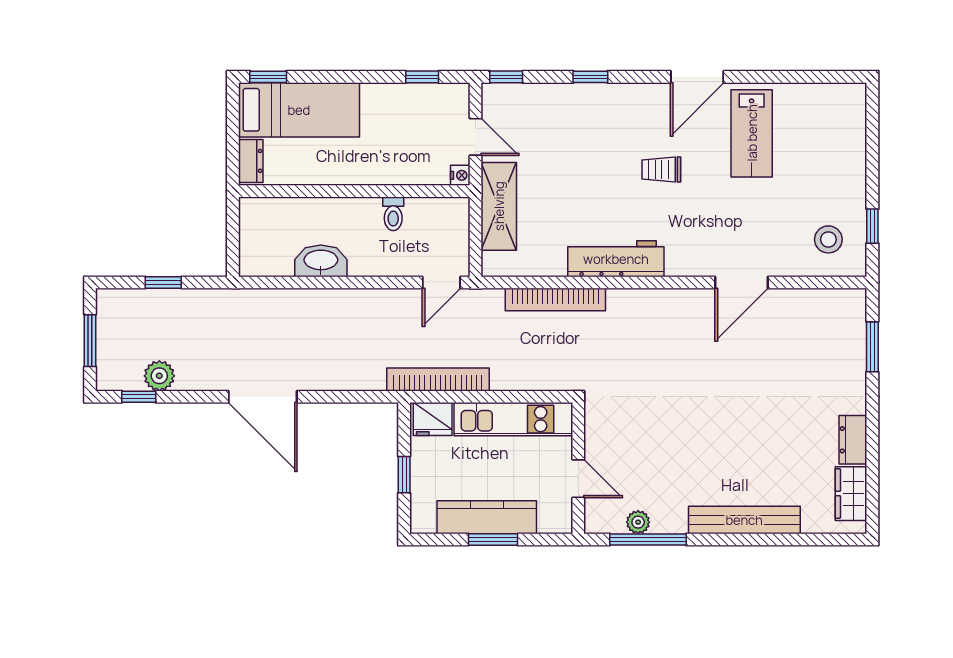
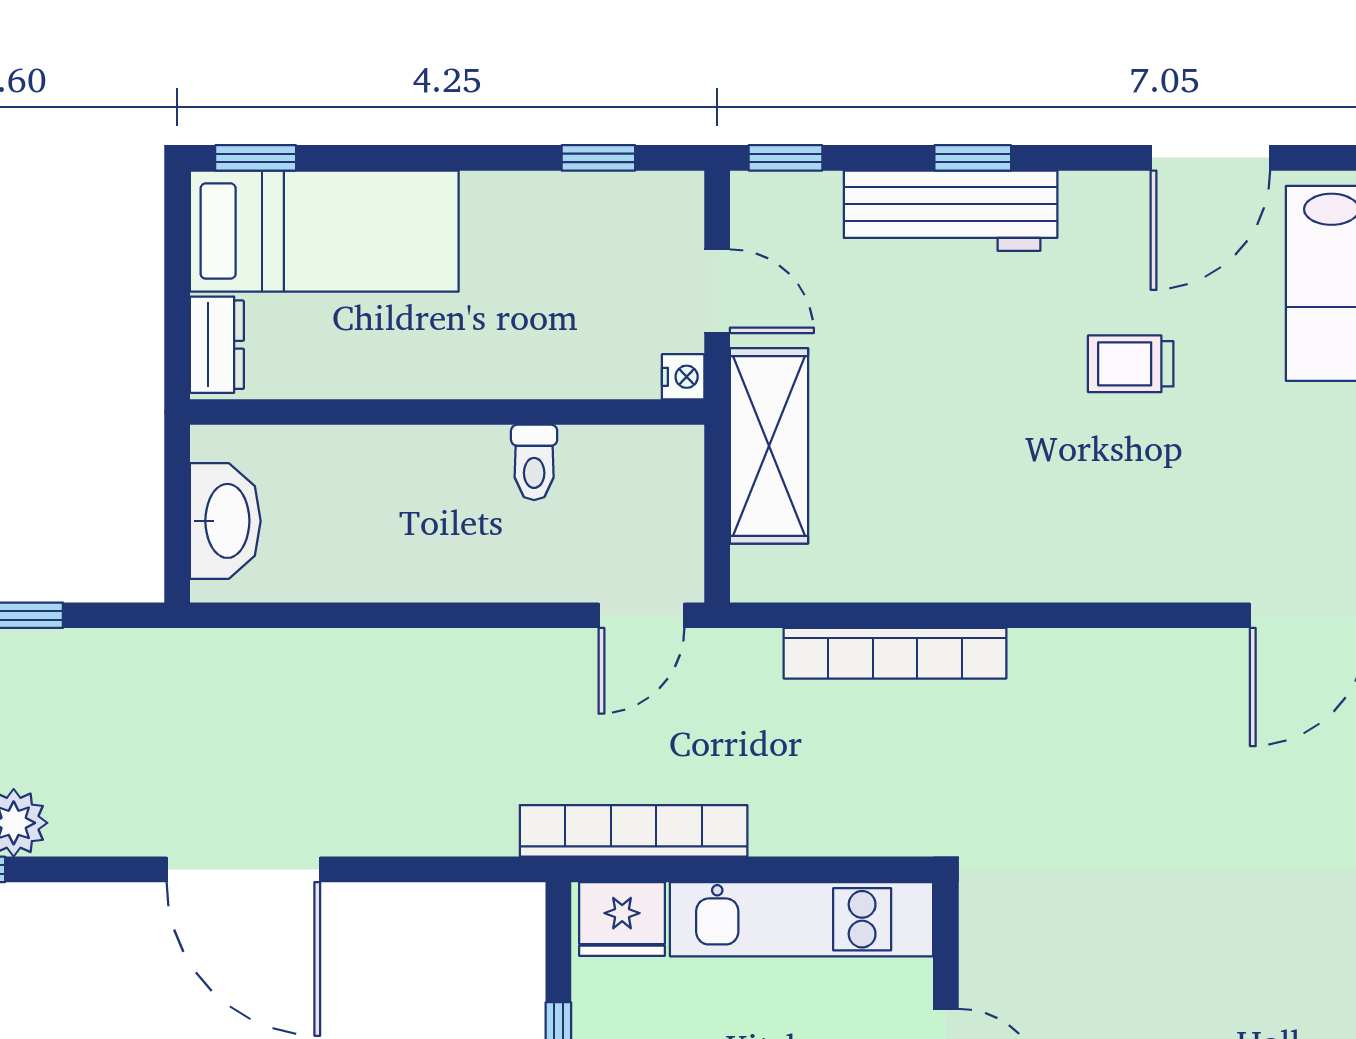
workbench: (616, 259) -> (951, 211), moved, turned 180
washbasin: (321, 261) -> (225, 521), moved, turned 90

